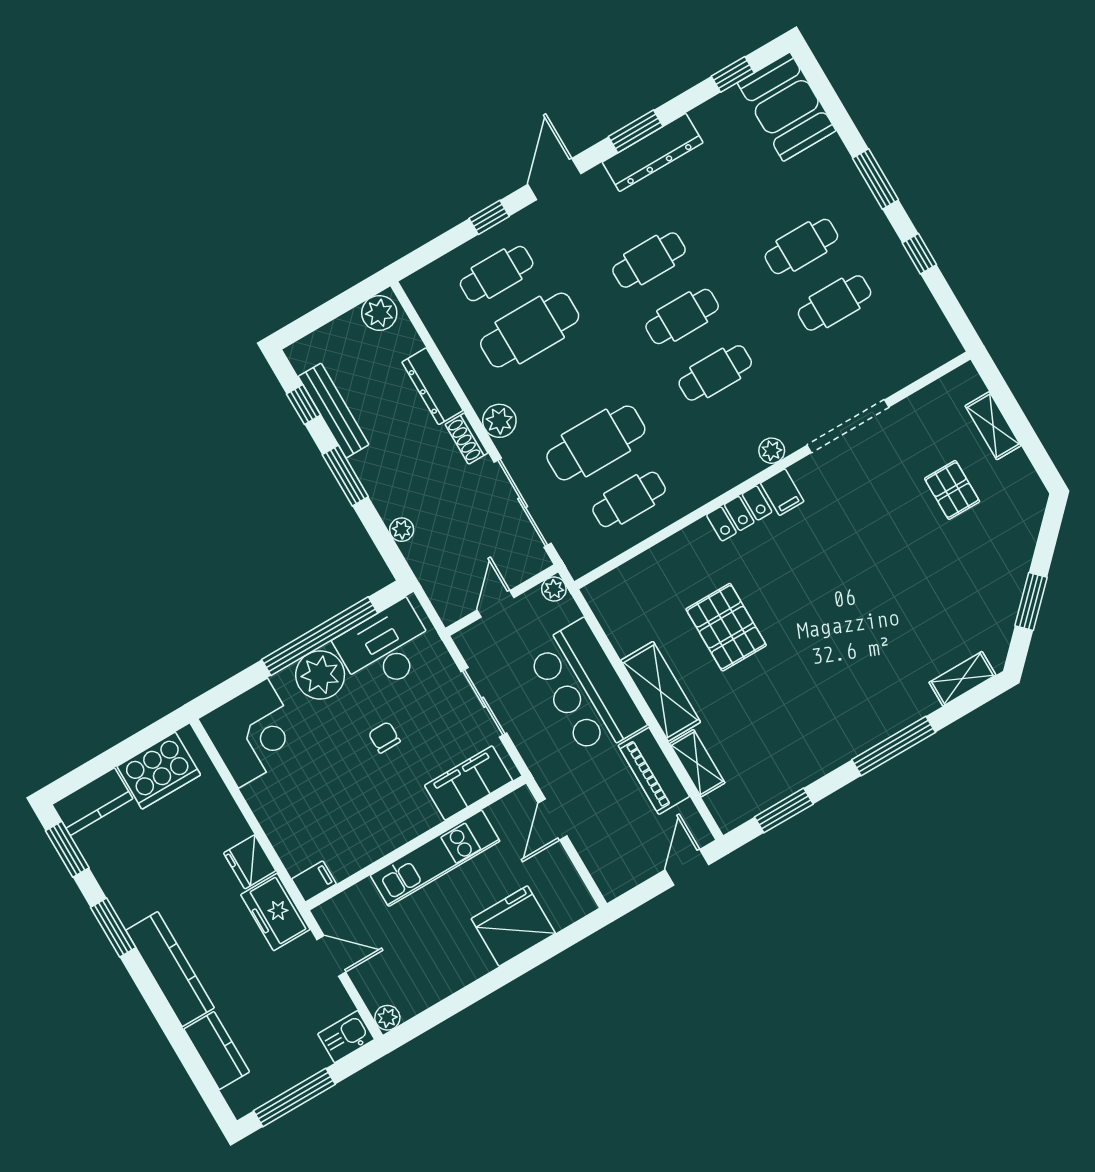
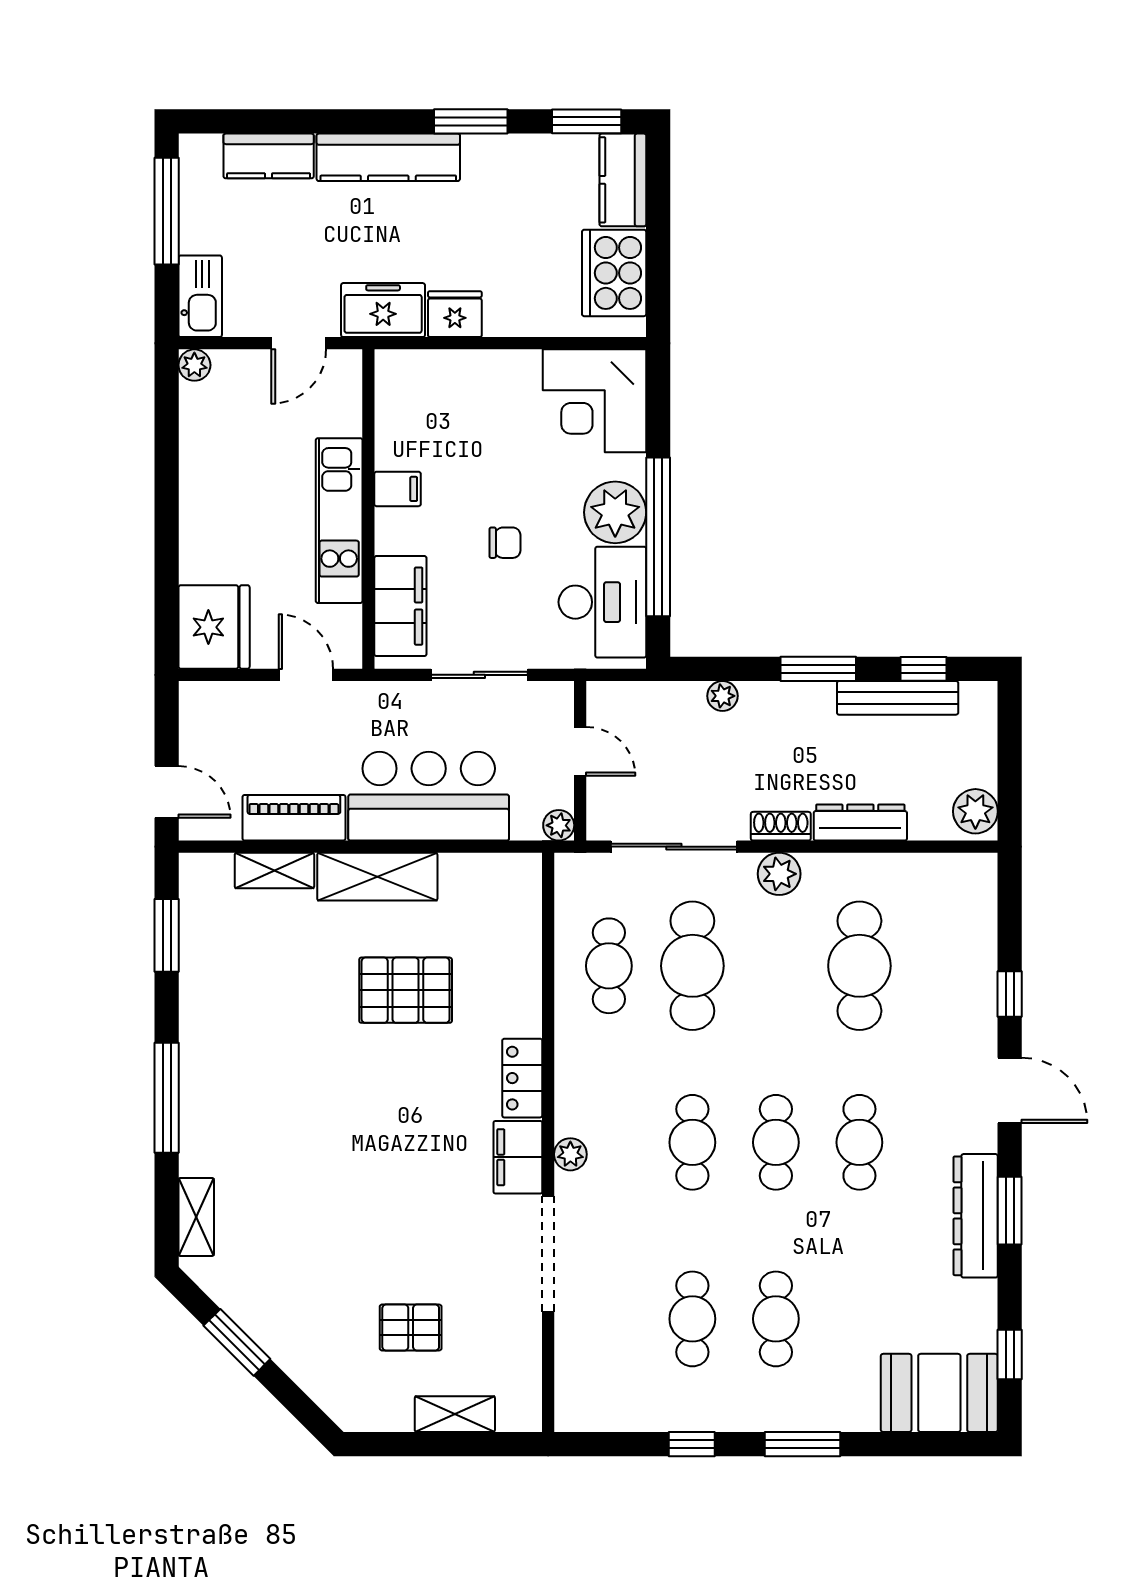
cafe table: (497, 274) -> (943, 966), removed
filing cabinet: (782, 492) -> (518, 1157), width x2.00
filing cabinet: (314, 881) -> (398, 489), moved, turned -90
fridge: (513, 926) -> (214, 627), moved
kitchen sink: (346, 1037) -> (200, 296), width x1.38

